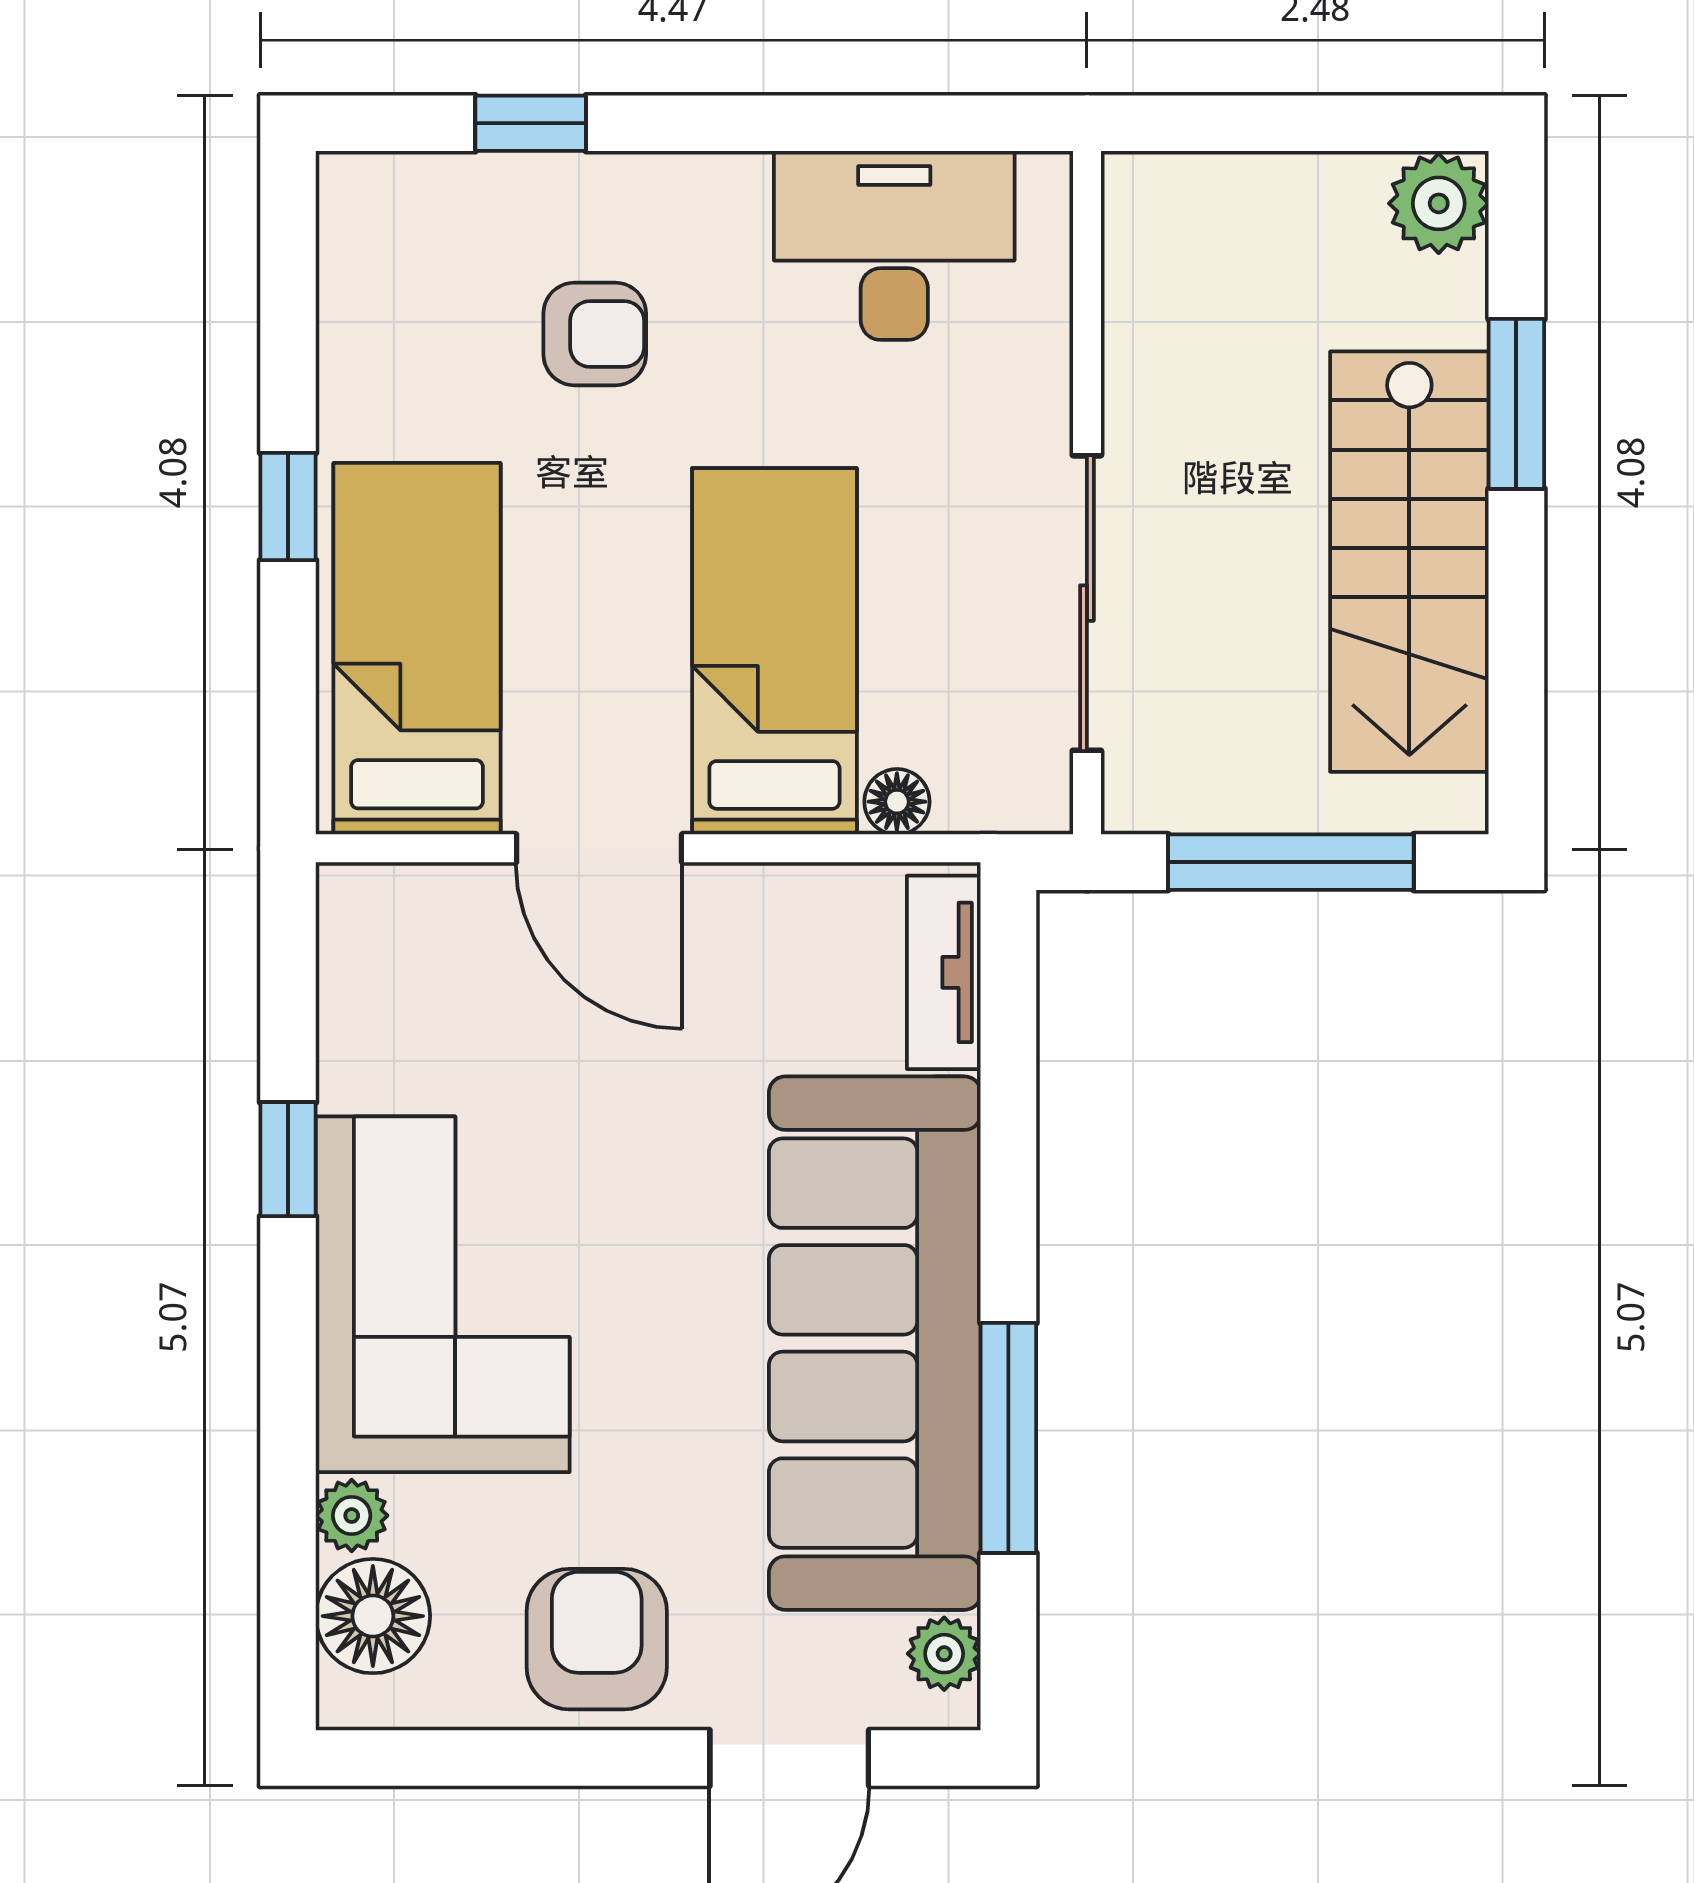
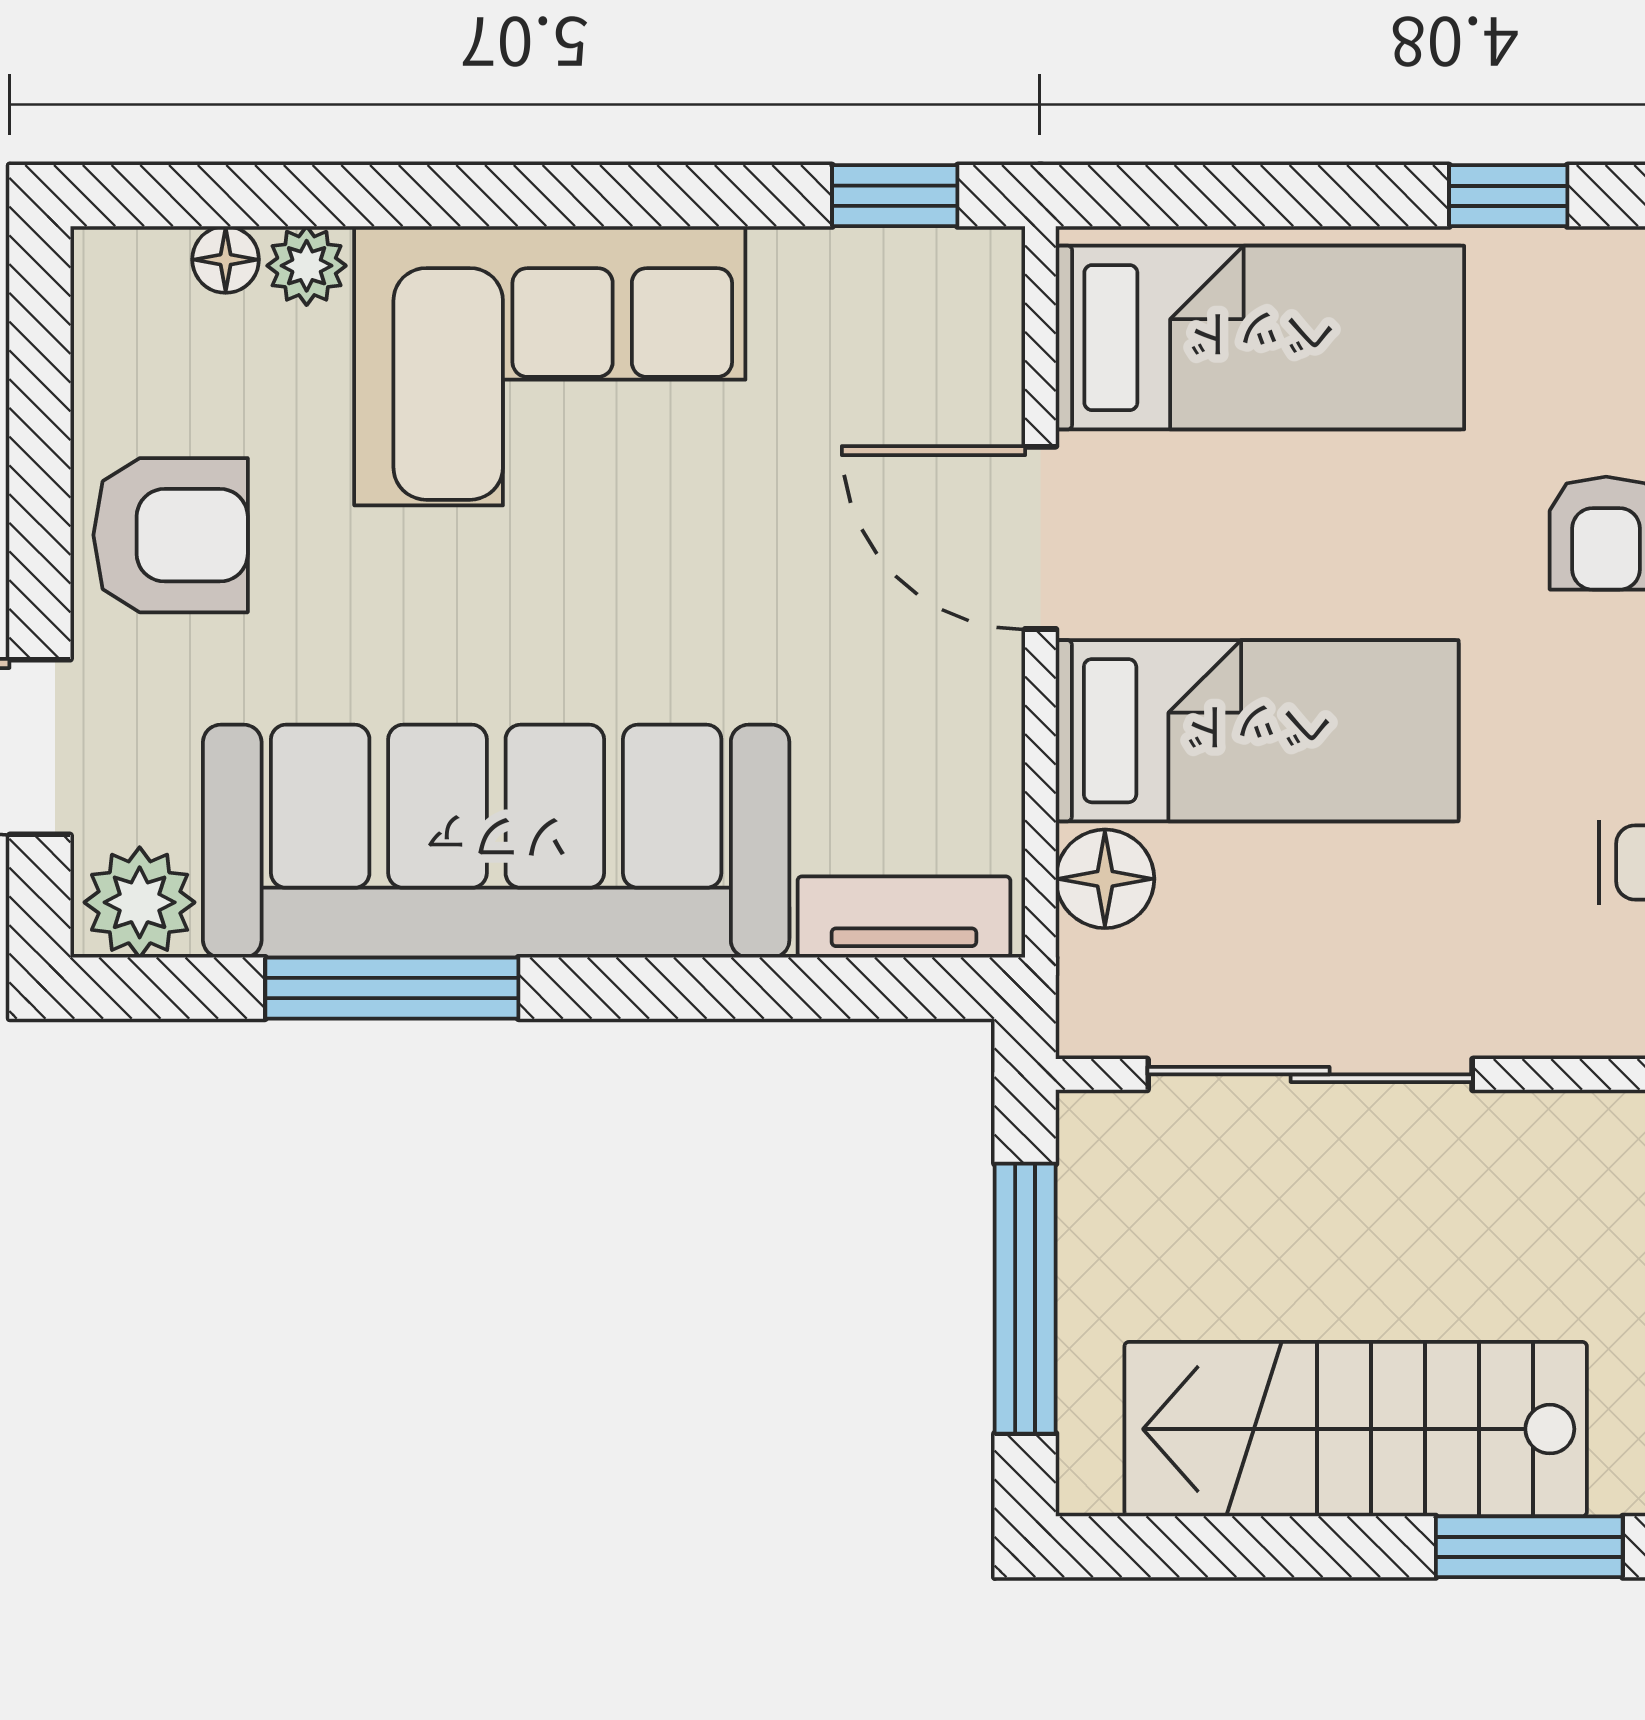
window: (288, 506) -> (1508, 196), moved
floor lamp: (897, 802) -> (1105, 879), width x1.37, depth x1.37
door: (599, 848) -> (1040, 538), hinge flipped
window: (288, 1159) -> (895, 196), moved
floor lamp: (373, 1616) -> (226, 260), width x0.53, depth x0.53
plant: (944, 1654) -> (140, 902), width x1.38, depth x1.38

